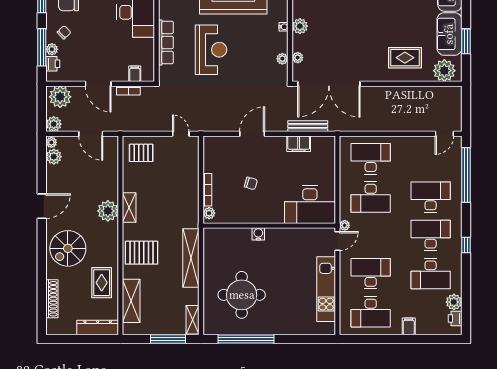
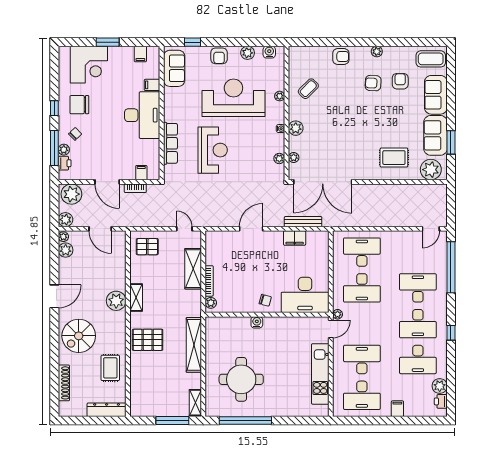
chair: (251, 183) -> (265, 300), moved
desk: (431, 235) -> (418, 324), turned 180
shelving: (131, 301) -> (193, 269), moved

